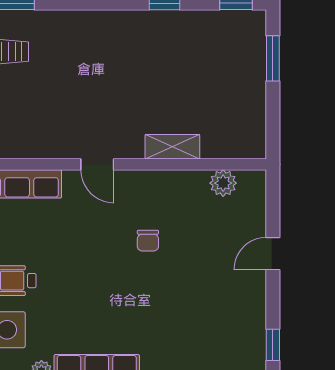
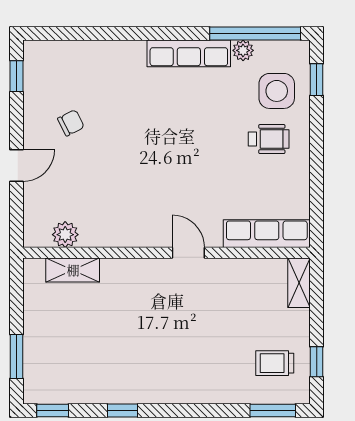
shelving: (172, 147) -> (73, 270), moved
chair: (148, 241) -> (71, 123), moved, turned 63

